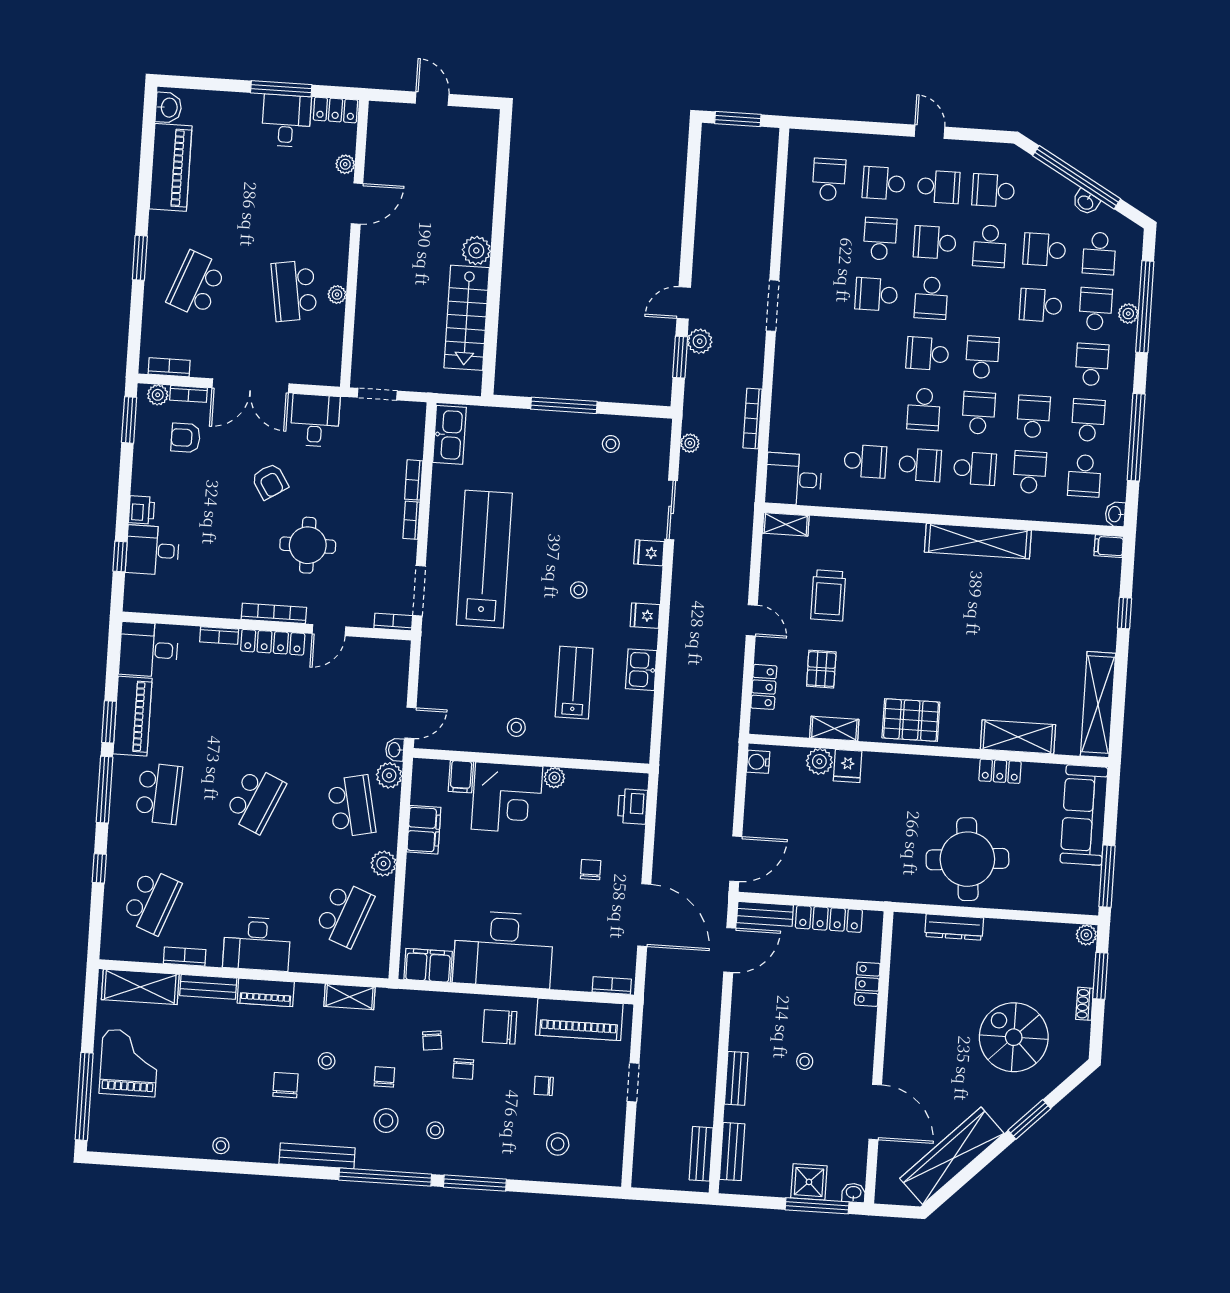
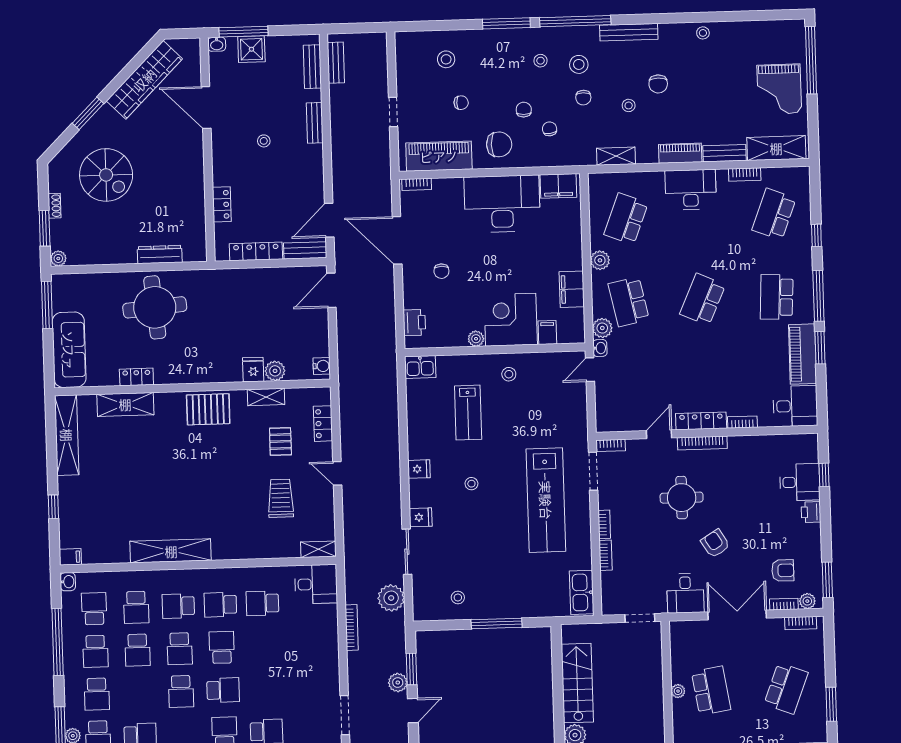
plant: (690, 443) -> (391, 598), width x1.88, depth x1.88
kitchen sink: (641, 670) -> (420, 367), moved, turned 90

